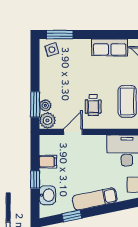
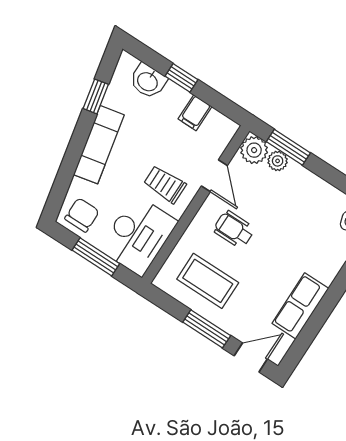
trolley: (93, 154) -> (165, 184), added

